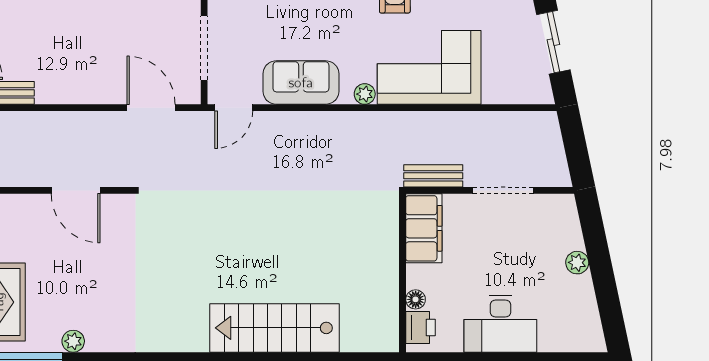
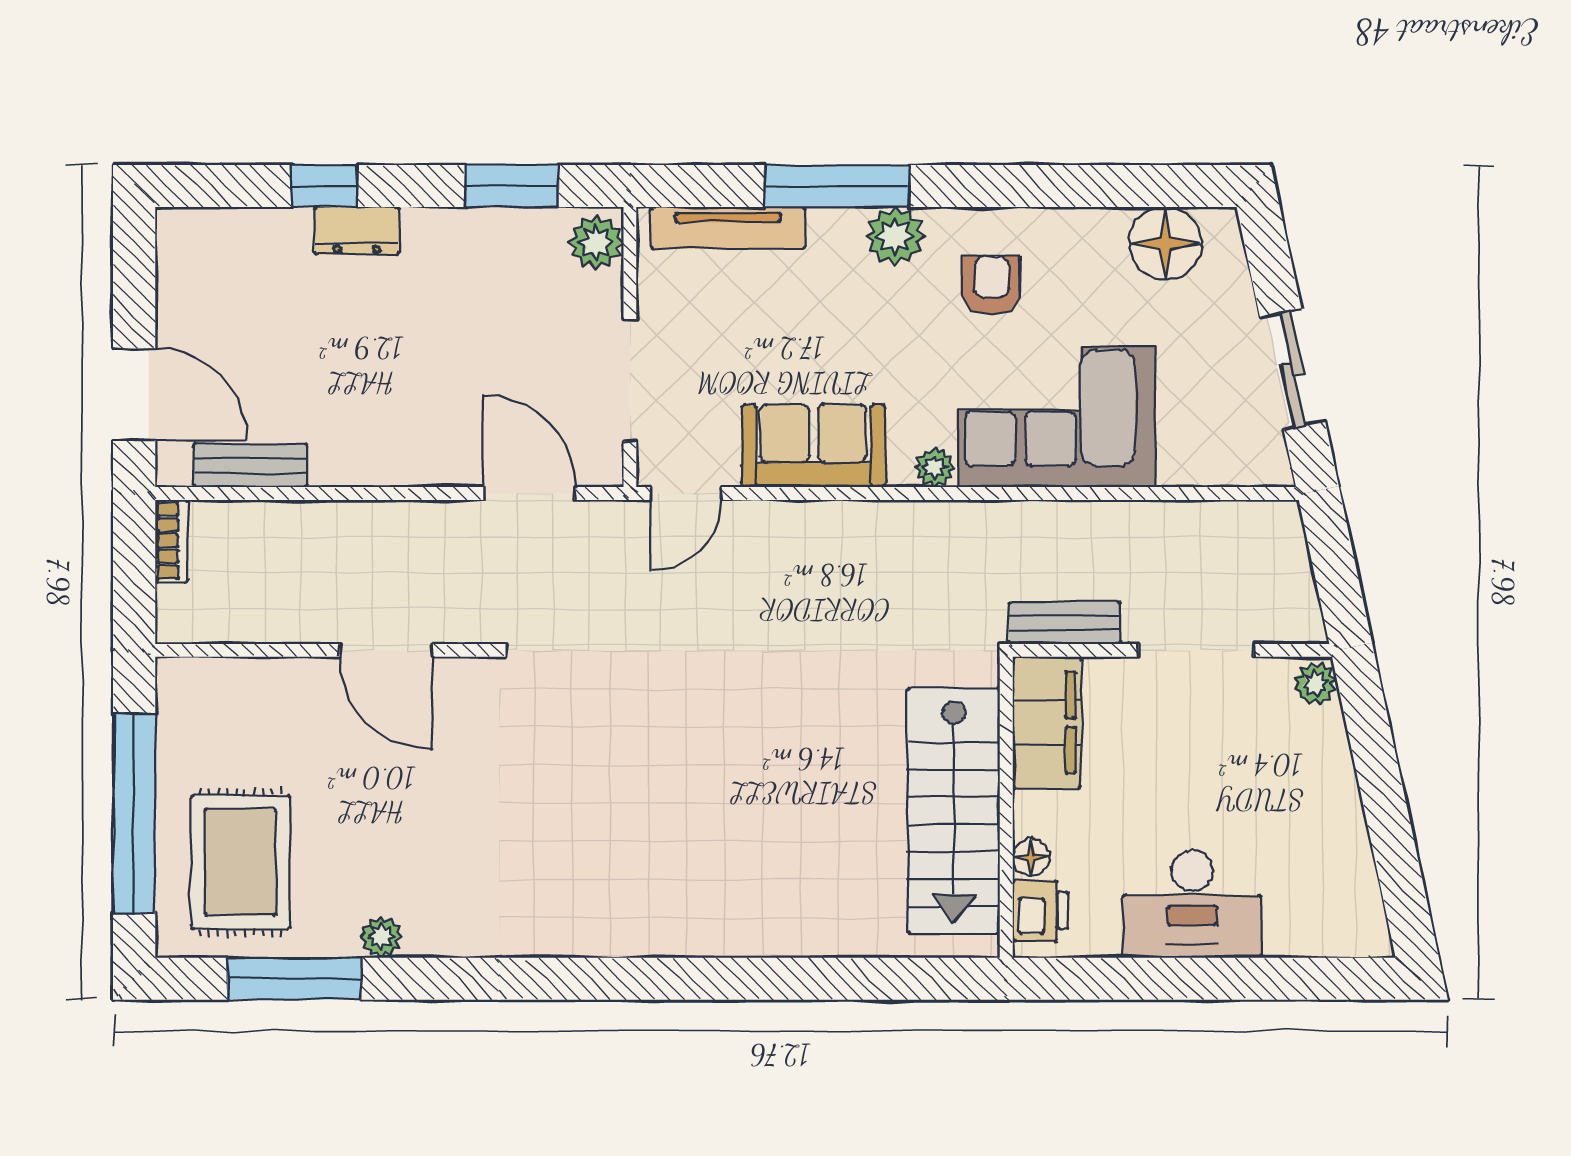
plant: (577, 263) -> (1316, 683), moved
stairs: (275, 328) -> (954, 811), moved, turned -90

